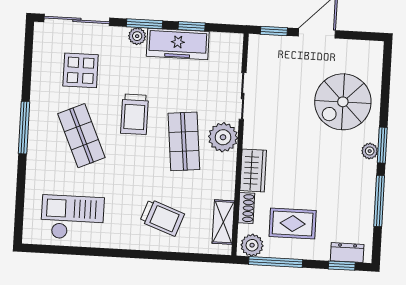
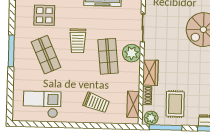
rug: (293, 223) -> (175, 104), turned 90

